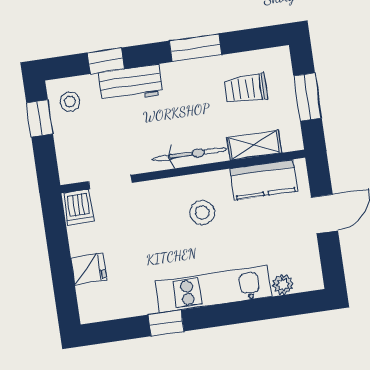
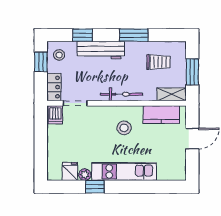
workbench: (131, 84) -> (101, 50), width x1.38
trolley: (246, 89) -> (158, 62), turned 180
shelving: (254, 145) -> (172, 94), moved
locker: (69, 159) -> (54, 87), added
fridge: (89, 269) -> (70, 171), moved, turned -90
plant: (283, 284) -> (85, 175), moved

